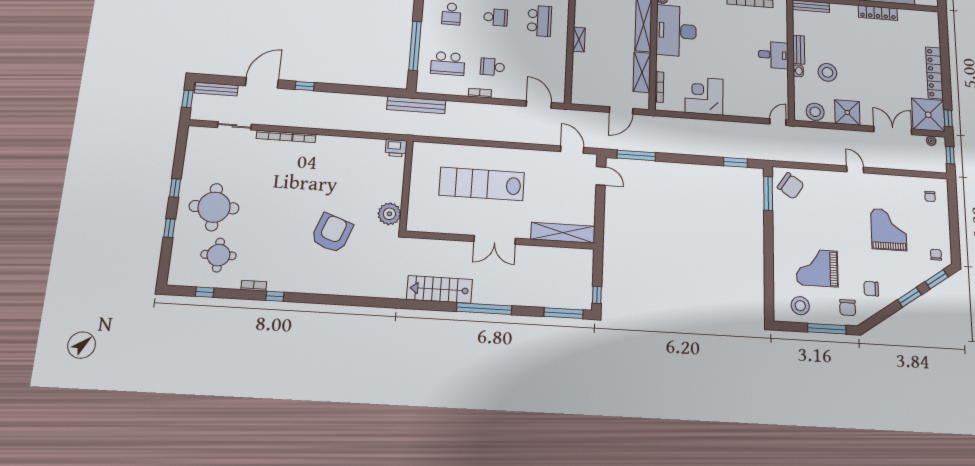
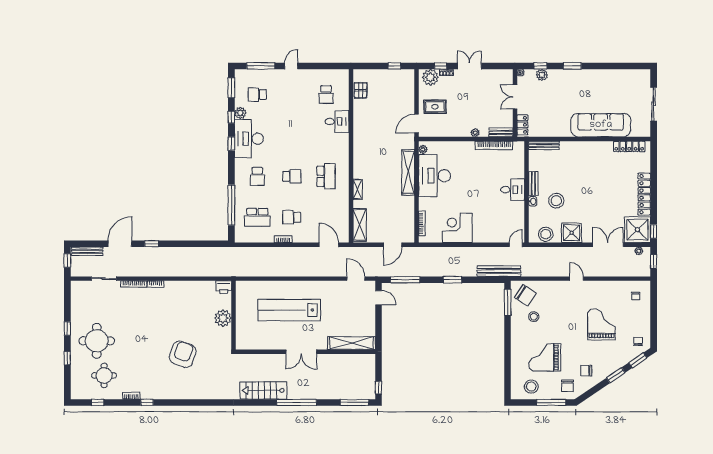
locker: (878, 13) -> (629, 146), moved
shelving: (642, 72) -> (360, 225), moved
bench: (416, 105) -> (499, 271), moved
window: (736, 162) -> (452, 280), moved
plant: (389, 214) -> (223, 318), moved
stool: (802, 214) -> (534, 317), added

